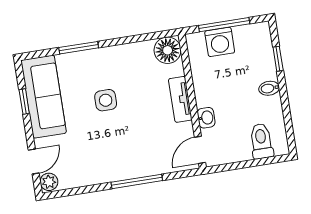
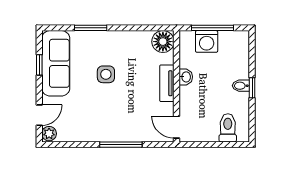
window: (278, 59) -> (252, 88), moved
washbasin: (206, 118) -> (186, 77), moved
door: (200, 150) -> (177, 127), hinge flipped

